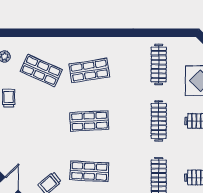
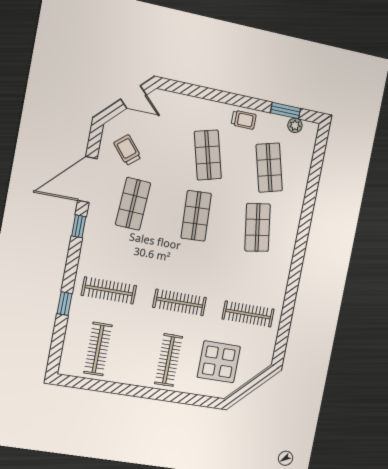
shop shelf: (41, 71) -> (269, 168), turned -39
shop shelf: (41, 121) -> (208, 155), added

